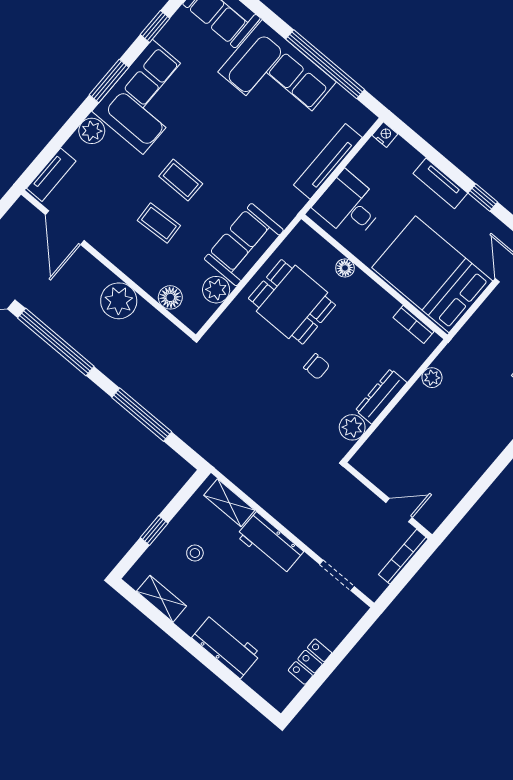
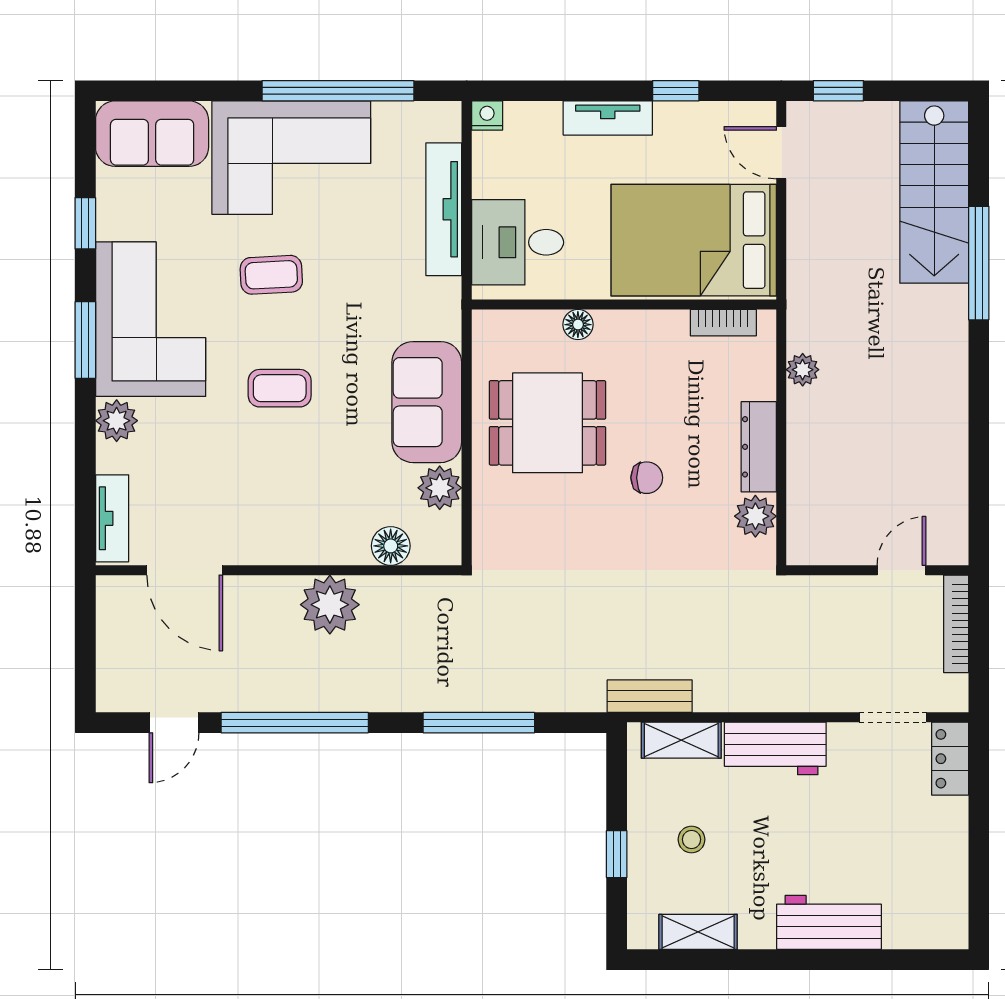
coffee table: (159, 223) -> (271, 275), moved
bench: (232, 470) -> (650, 696), added
locker: (310, 662) -> (950, 759), moved

